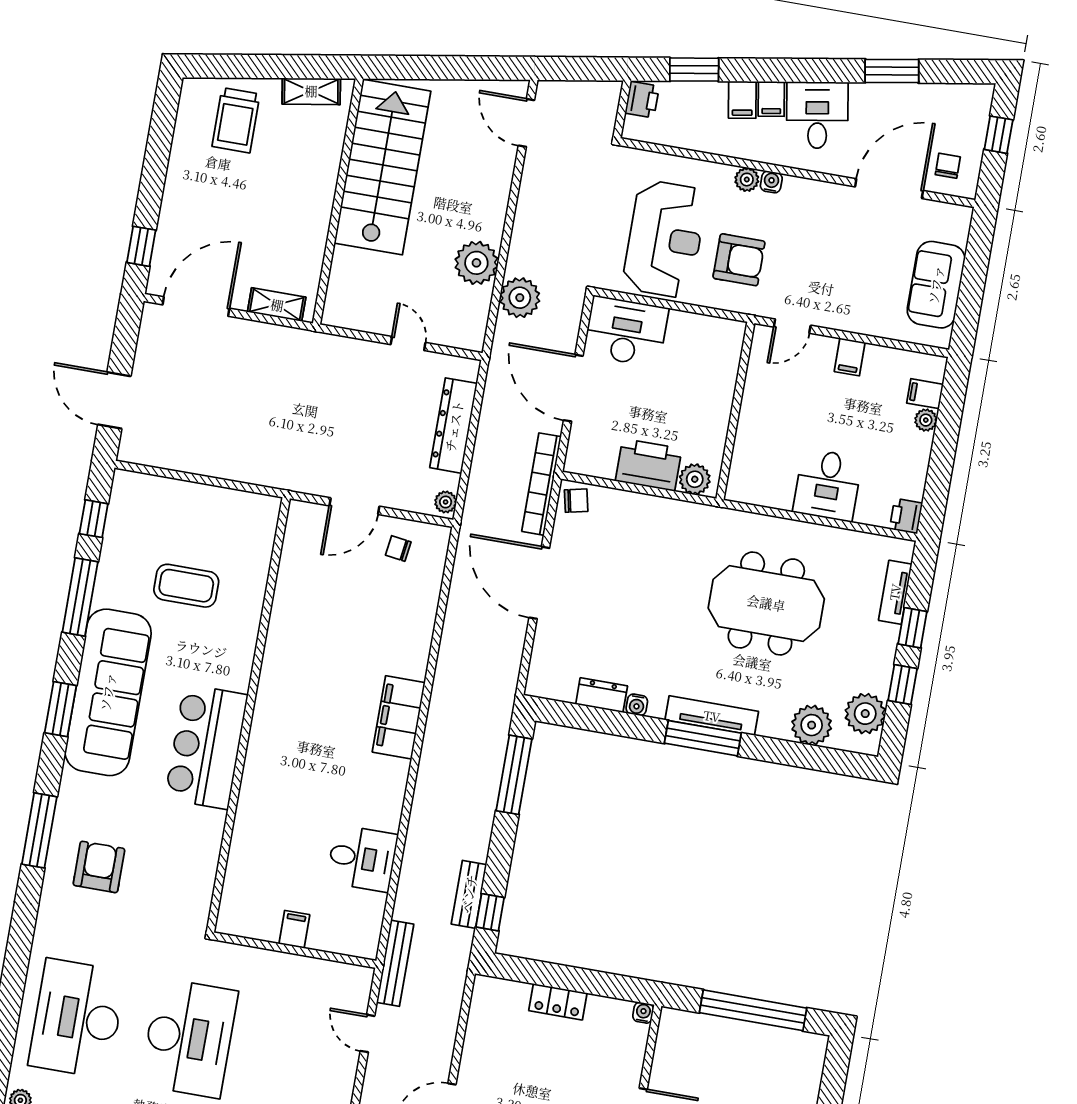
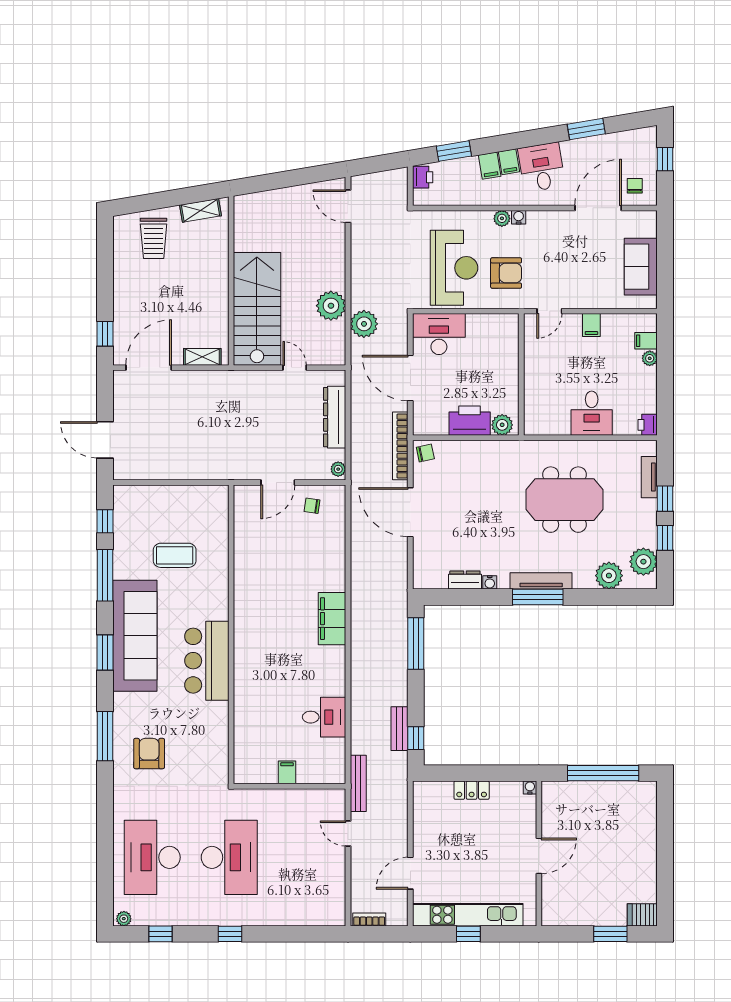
stairs: (383, 167) -> (257, 309), moved

